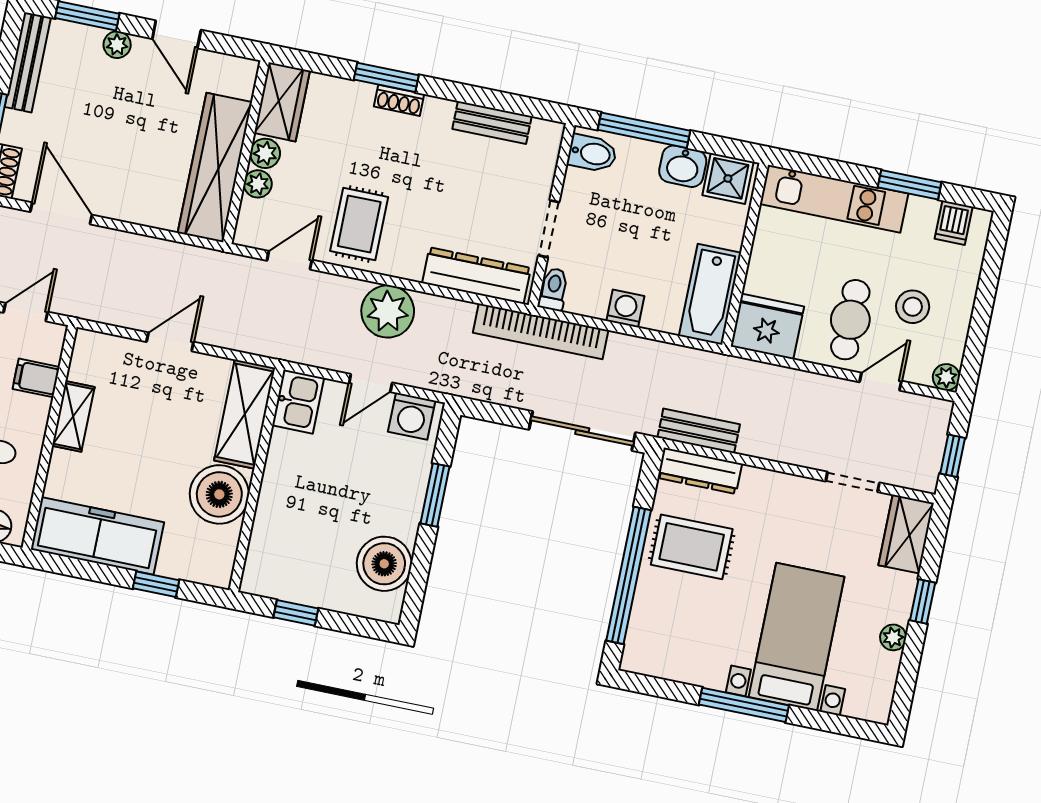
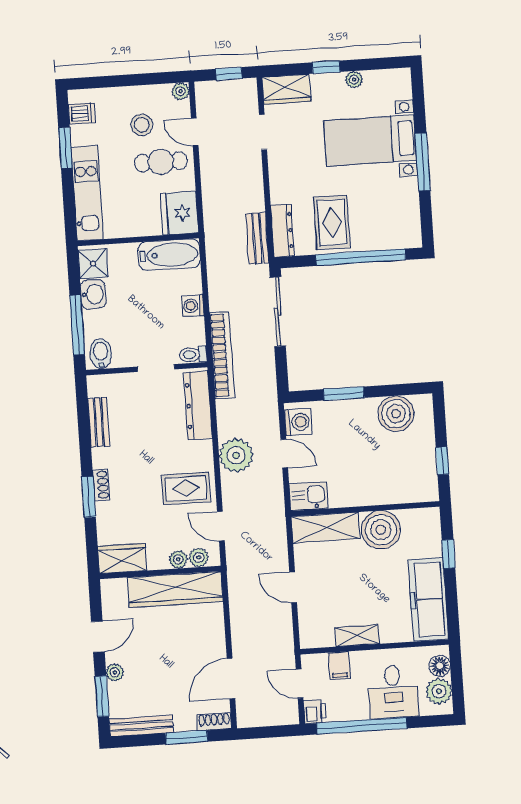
plant: (265, 153) -> (199, 557), moved

